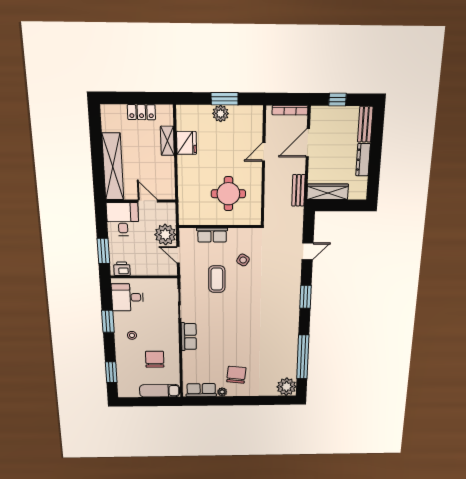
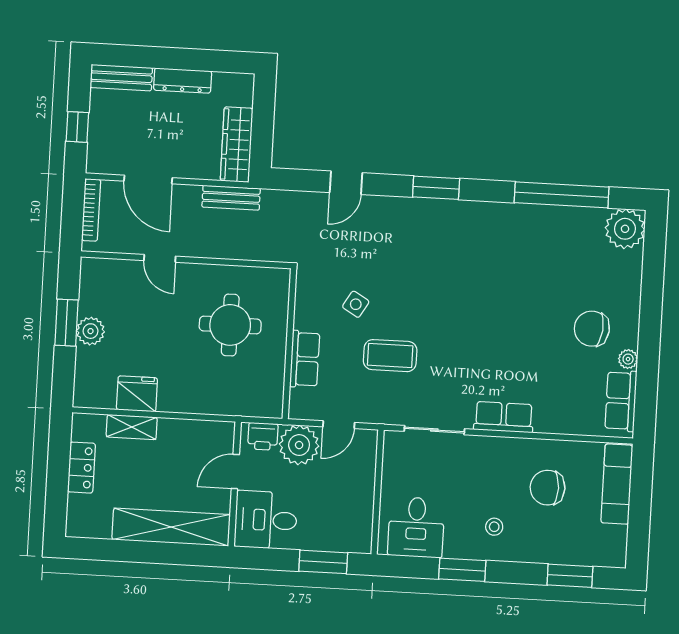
door: (307, 251) -> (346, 183), swing flipped
printer: (122, 269) -> (263, 436), moved, turned -90

